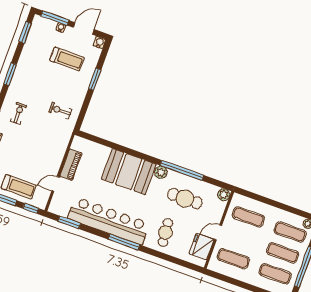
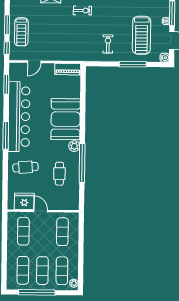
treadmill: (67, 59) -> (142, 35), width x1.37, depth x1.38
window: (95, 79) -> (133, 64), width x1.44
exercise bike: (60, 111) -> (108, 44), moved
piano: (71, 165) -> (68, 69), moved
door: (55, 184) -> (34, 62), swing flipped
plant: (224, 195) -> (74, 205), removed
cafe table: (185, 199) -> (59, 174), width x0.73, depth x0.74

